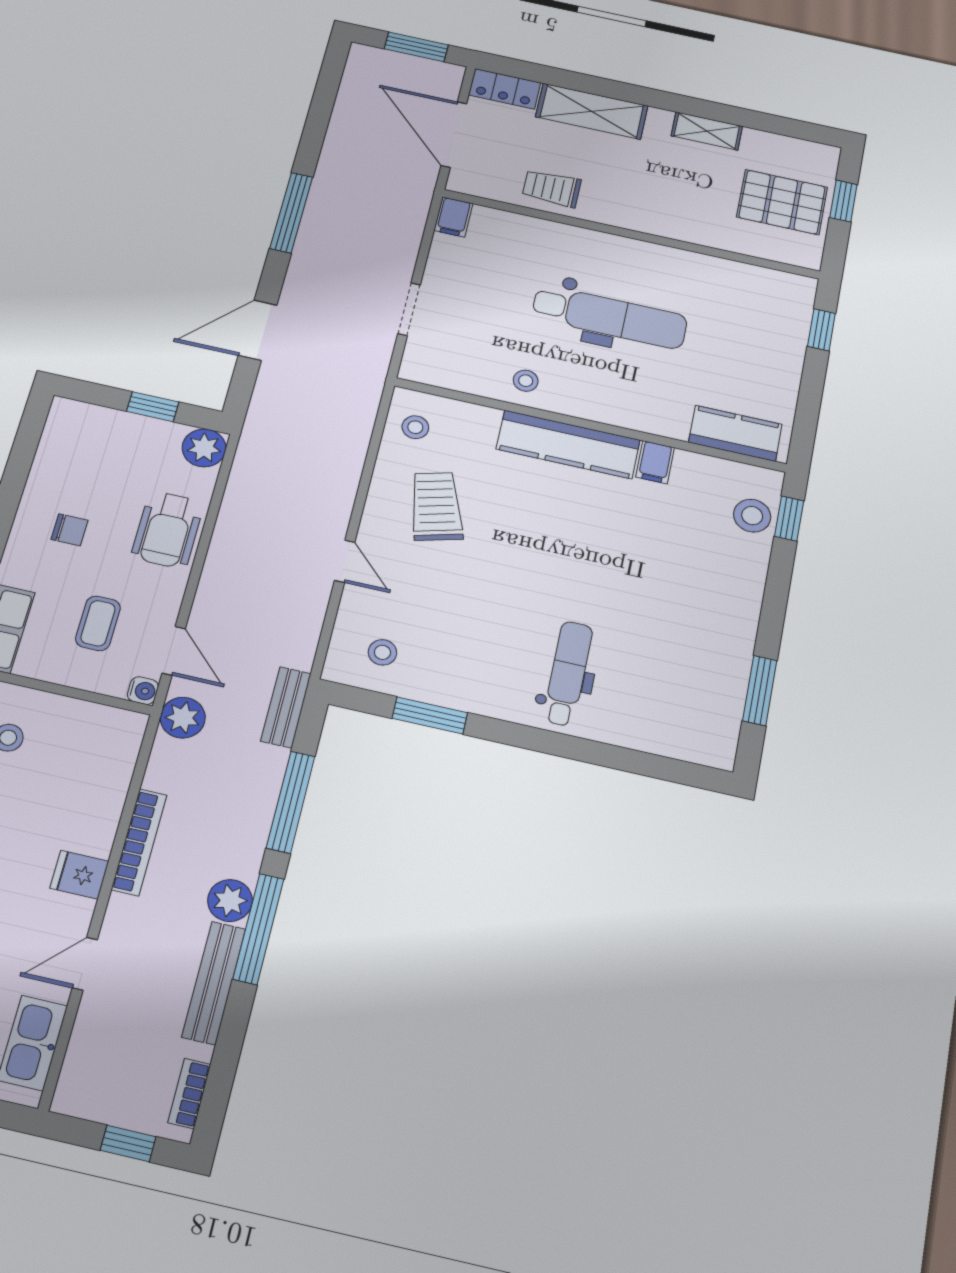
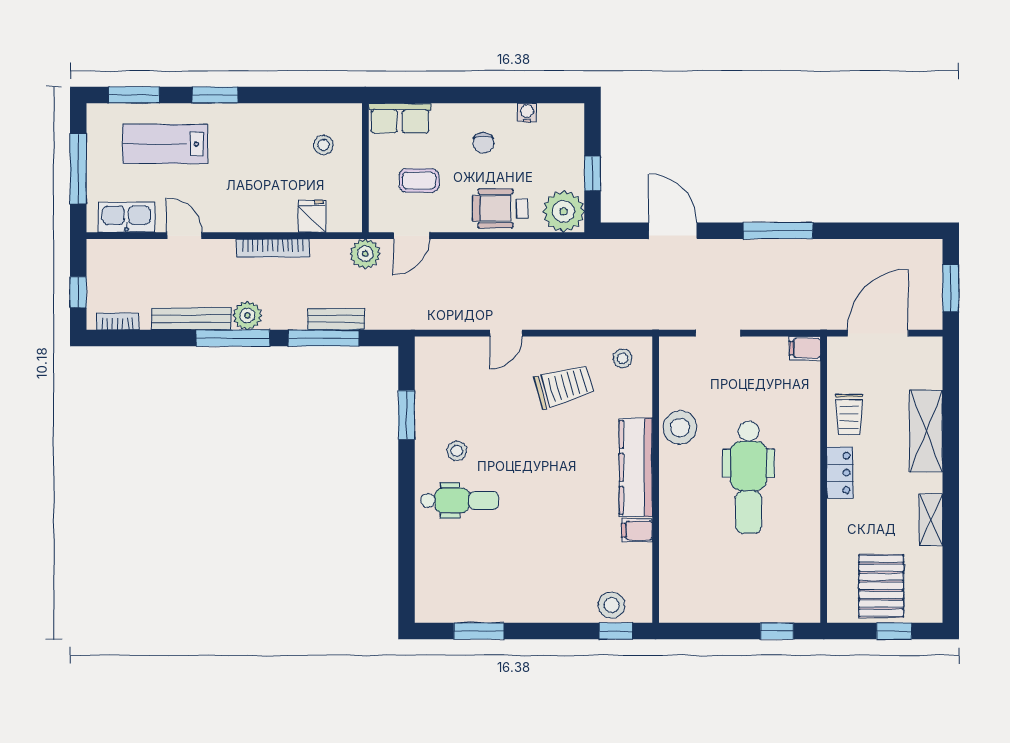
locker: (505, 89) -> (840, 473), moved, turned 180
trolley: (552, 188) -> (849, 415), turned 180
stool: (526, 381) -> (680, 428), width x1.89, depth x1.89
kitchen counter: (735, 433) -> (675, 583), removed
plant: (204, 448) -> (564, 211), width x1.36, depth x1.36
stool: (382, 652) -> (457, 451), moved
water cooler: (143, 691) -> (527, 113), moved, turned 180
bench: (286, 707) -> (336, 319), moved
fridge: (79, 875) -> (312, 216), moved

